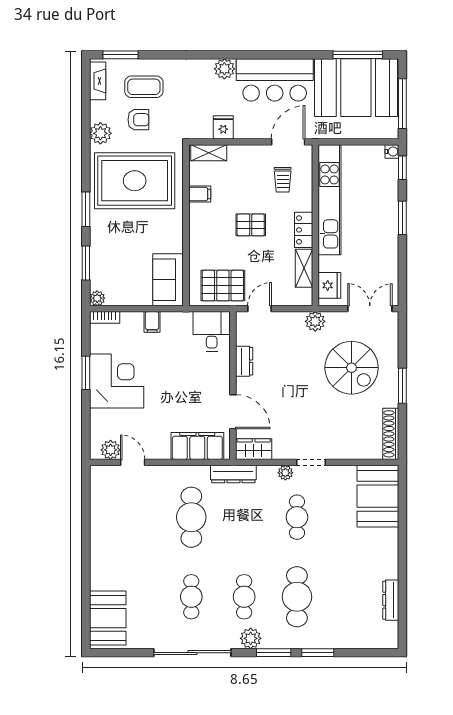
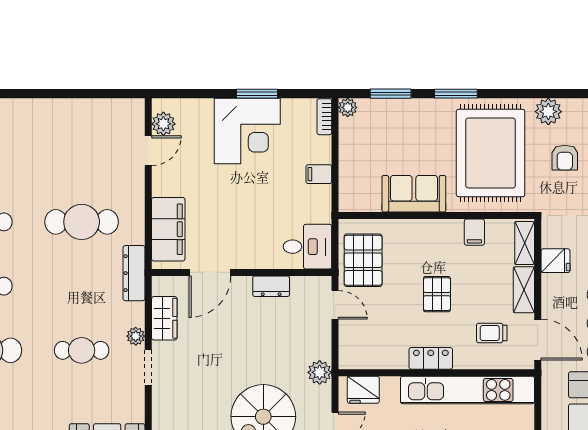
shelving: (304, 268) -> (524, 290), moved, turned 90
sofa: (168, 280) -> (414, 194), moved
wardrobe: (254, 449) -> (164, 318), moved

